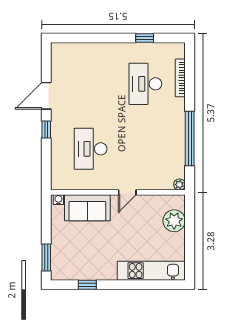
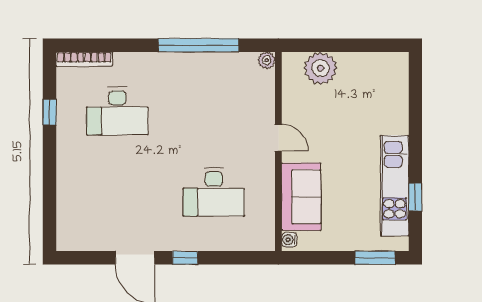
bookcase: (180, 78) -> (84, 59), moved
kitchen unit: (151, 271) -> (395, 186), moved

